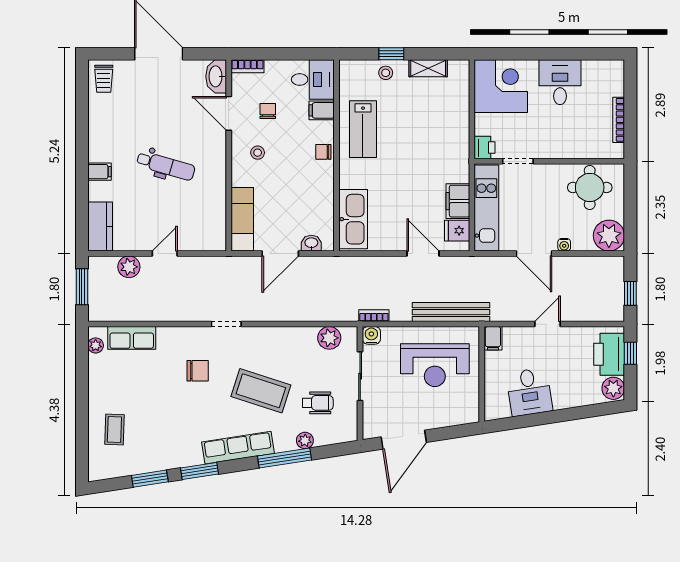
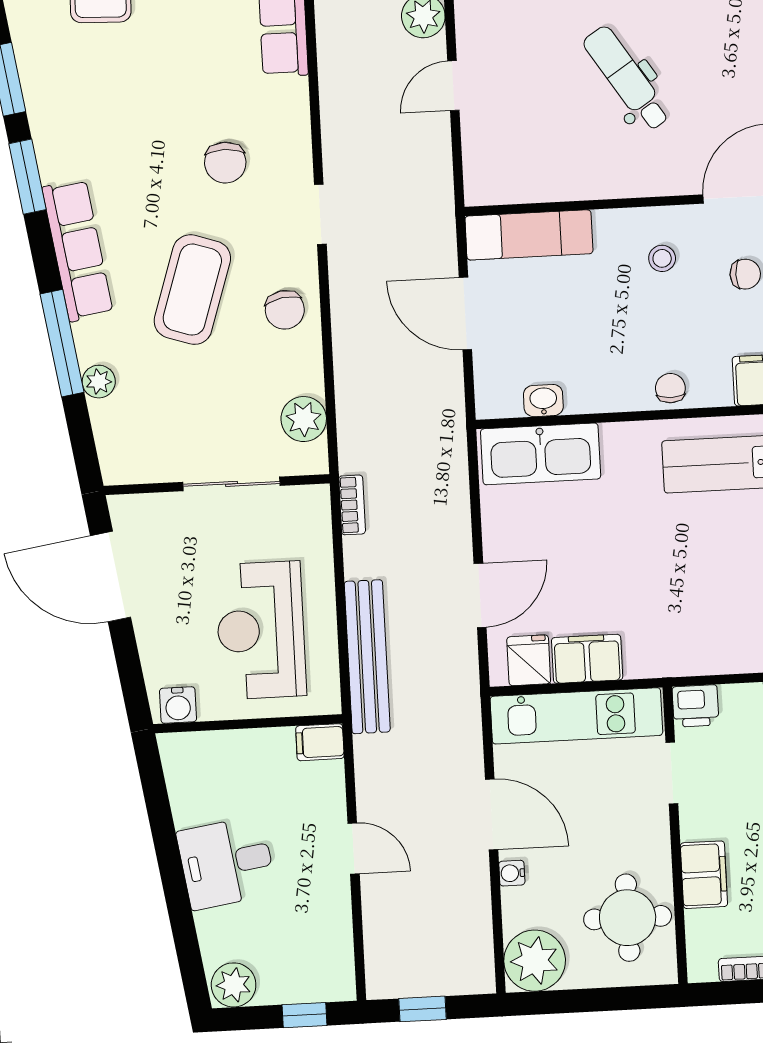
filing cabinet: (570, 148) -> (704, 875), added
dental chair: (166, 166) -> (627, 79), turned 131
washbasin: (311, 243) -> (543, 401), moved, turned -90
door: (165, 253) -> (453, 86), swing flipped
door: (534, 253) -> (492, 814), swing flipped
water cooler: (371, 335) -> (178, 705), moved, turned 90
chair: (274, 345) -> (285, 310), added
printer: (609, 354) -> (300, 973), removed
desk: (529, 392) -> (227, 863), moved
wheelchair: (318, 403) -> (174, 403), removed

